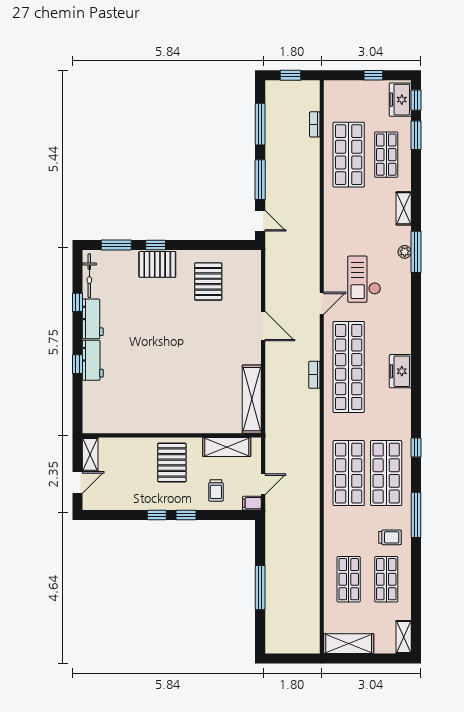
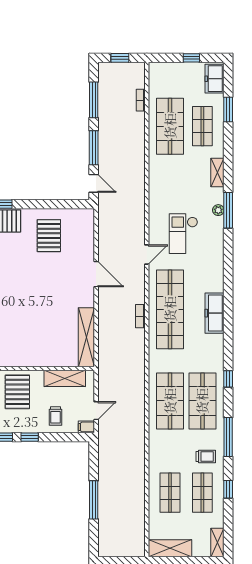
window: (416, 100) -> (228, 489), moved
freezer: (400, 371) -> (215, 313), width x1.40

